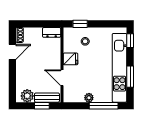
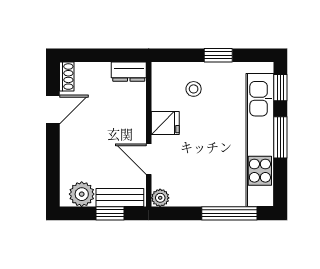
window: (80, 24) -> (218, 55), moved
window: (130, 77) -> (280, 137), moved
plant: (89, 98) -> (160, 198), moved

